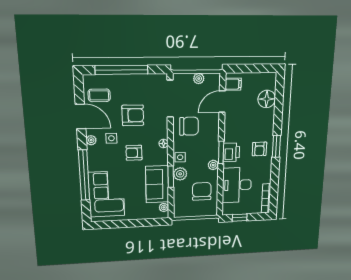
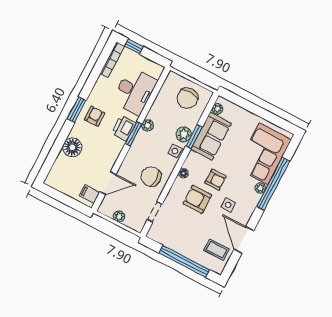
doorway: (170, 99) -> (155, 212), width x0.53
floor lamp: (267, 99) -> (72, 147), moved
armchair: (133, 115) -> (197, 199), moved
plant: (91, 140) -> (260, 188), moved
chair: (202, 191) -> (187, 98), moved
window: (240, 218) -> (134, 46), moved

